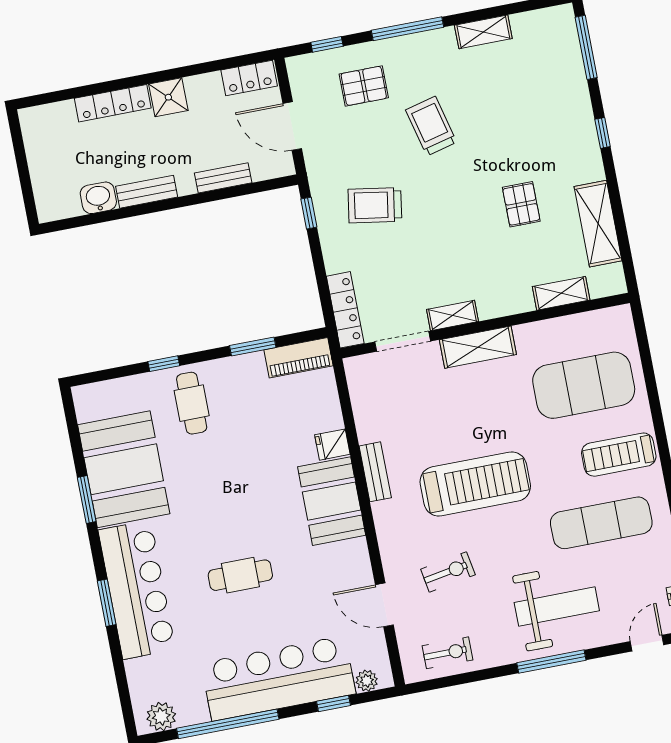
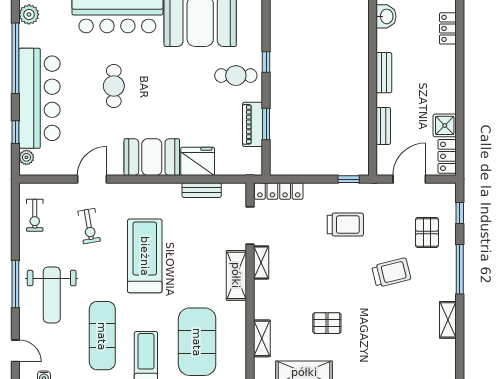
shower: (168, 97) -> (445, 125), moved
locker: (113, 103) -> (448, 28), moved, width x0.66
washbasin: (98, 198) -> (386, 16), moved
trolley: (375, 205) -> (345, 225), turned 81
piano: (298, 358) -> (253, 124), moved
fridge: (332, 445) -> (198, 161), width x1.88, depth x1.34
bench: (375, 472) -> (202, 190), moved
treadmill: (475, 484) -> (145, 256), turned 180
door: (384, 605) -> (92, 179), moved

